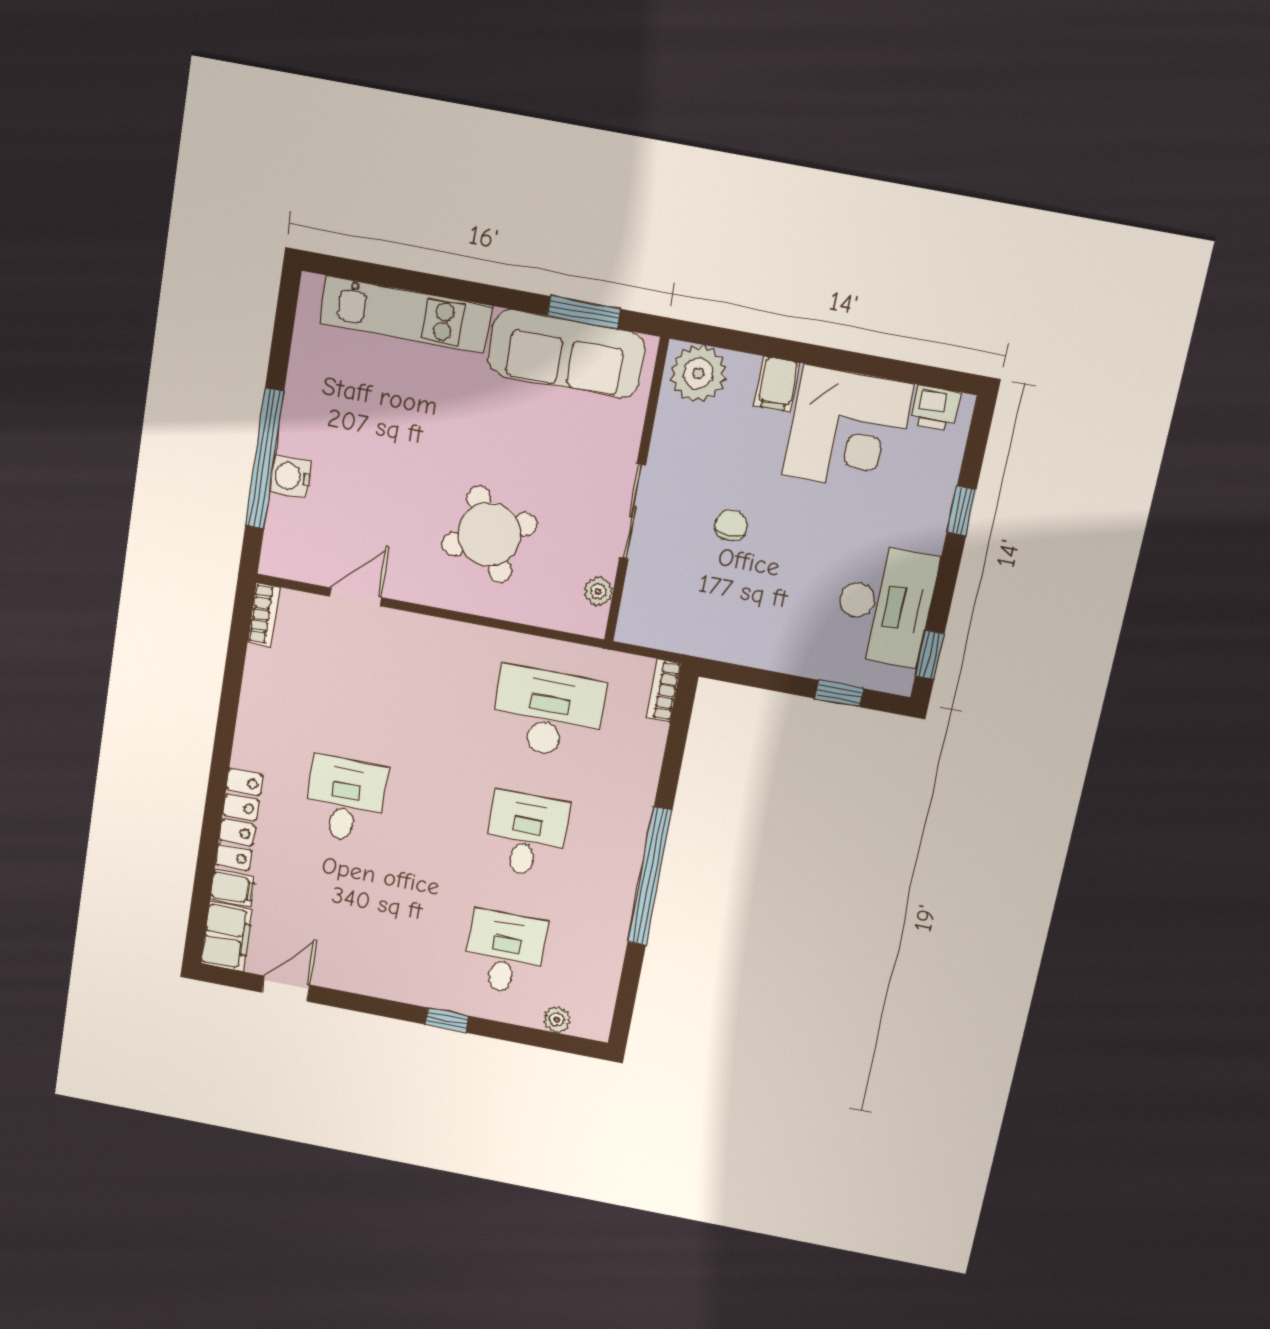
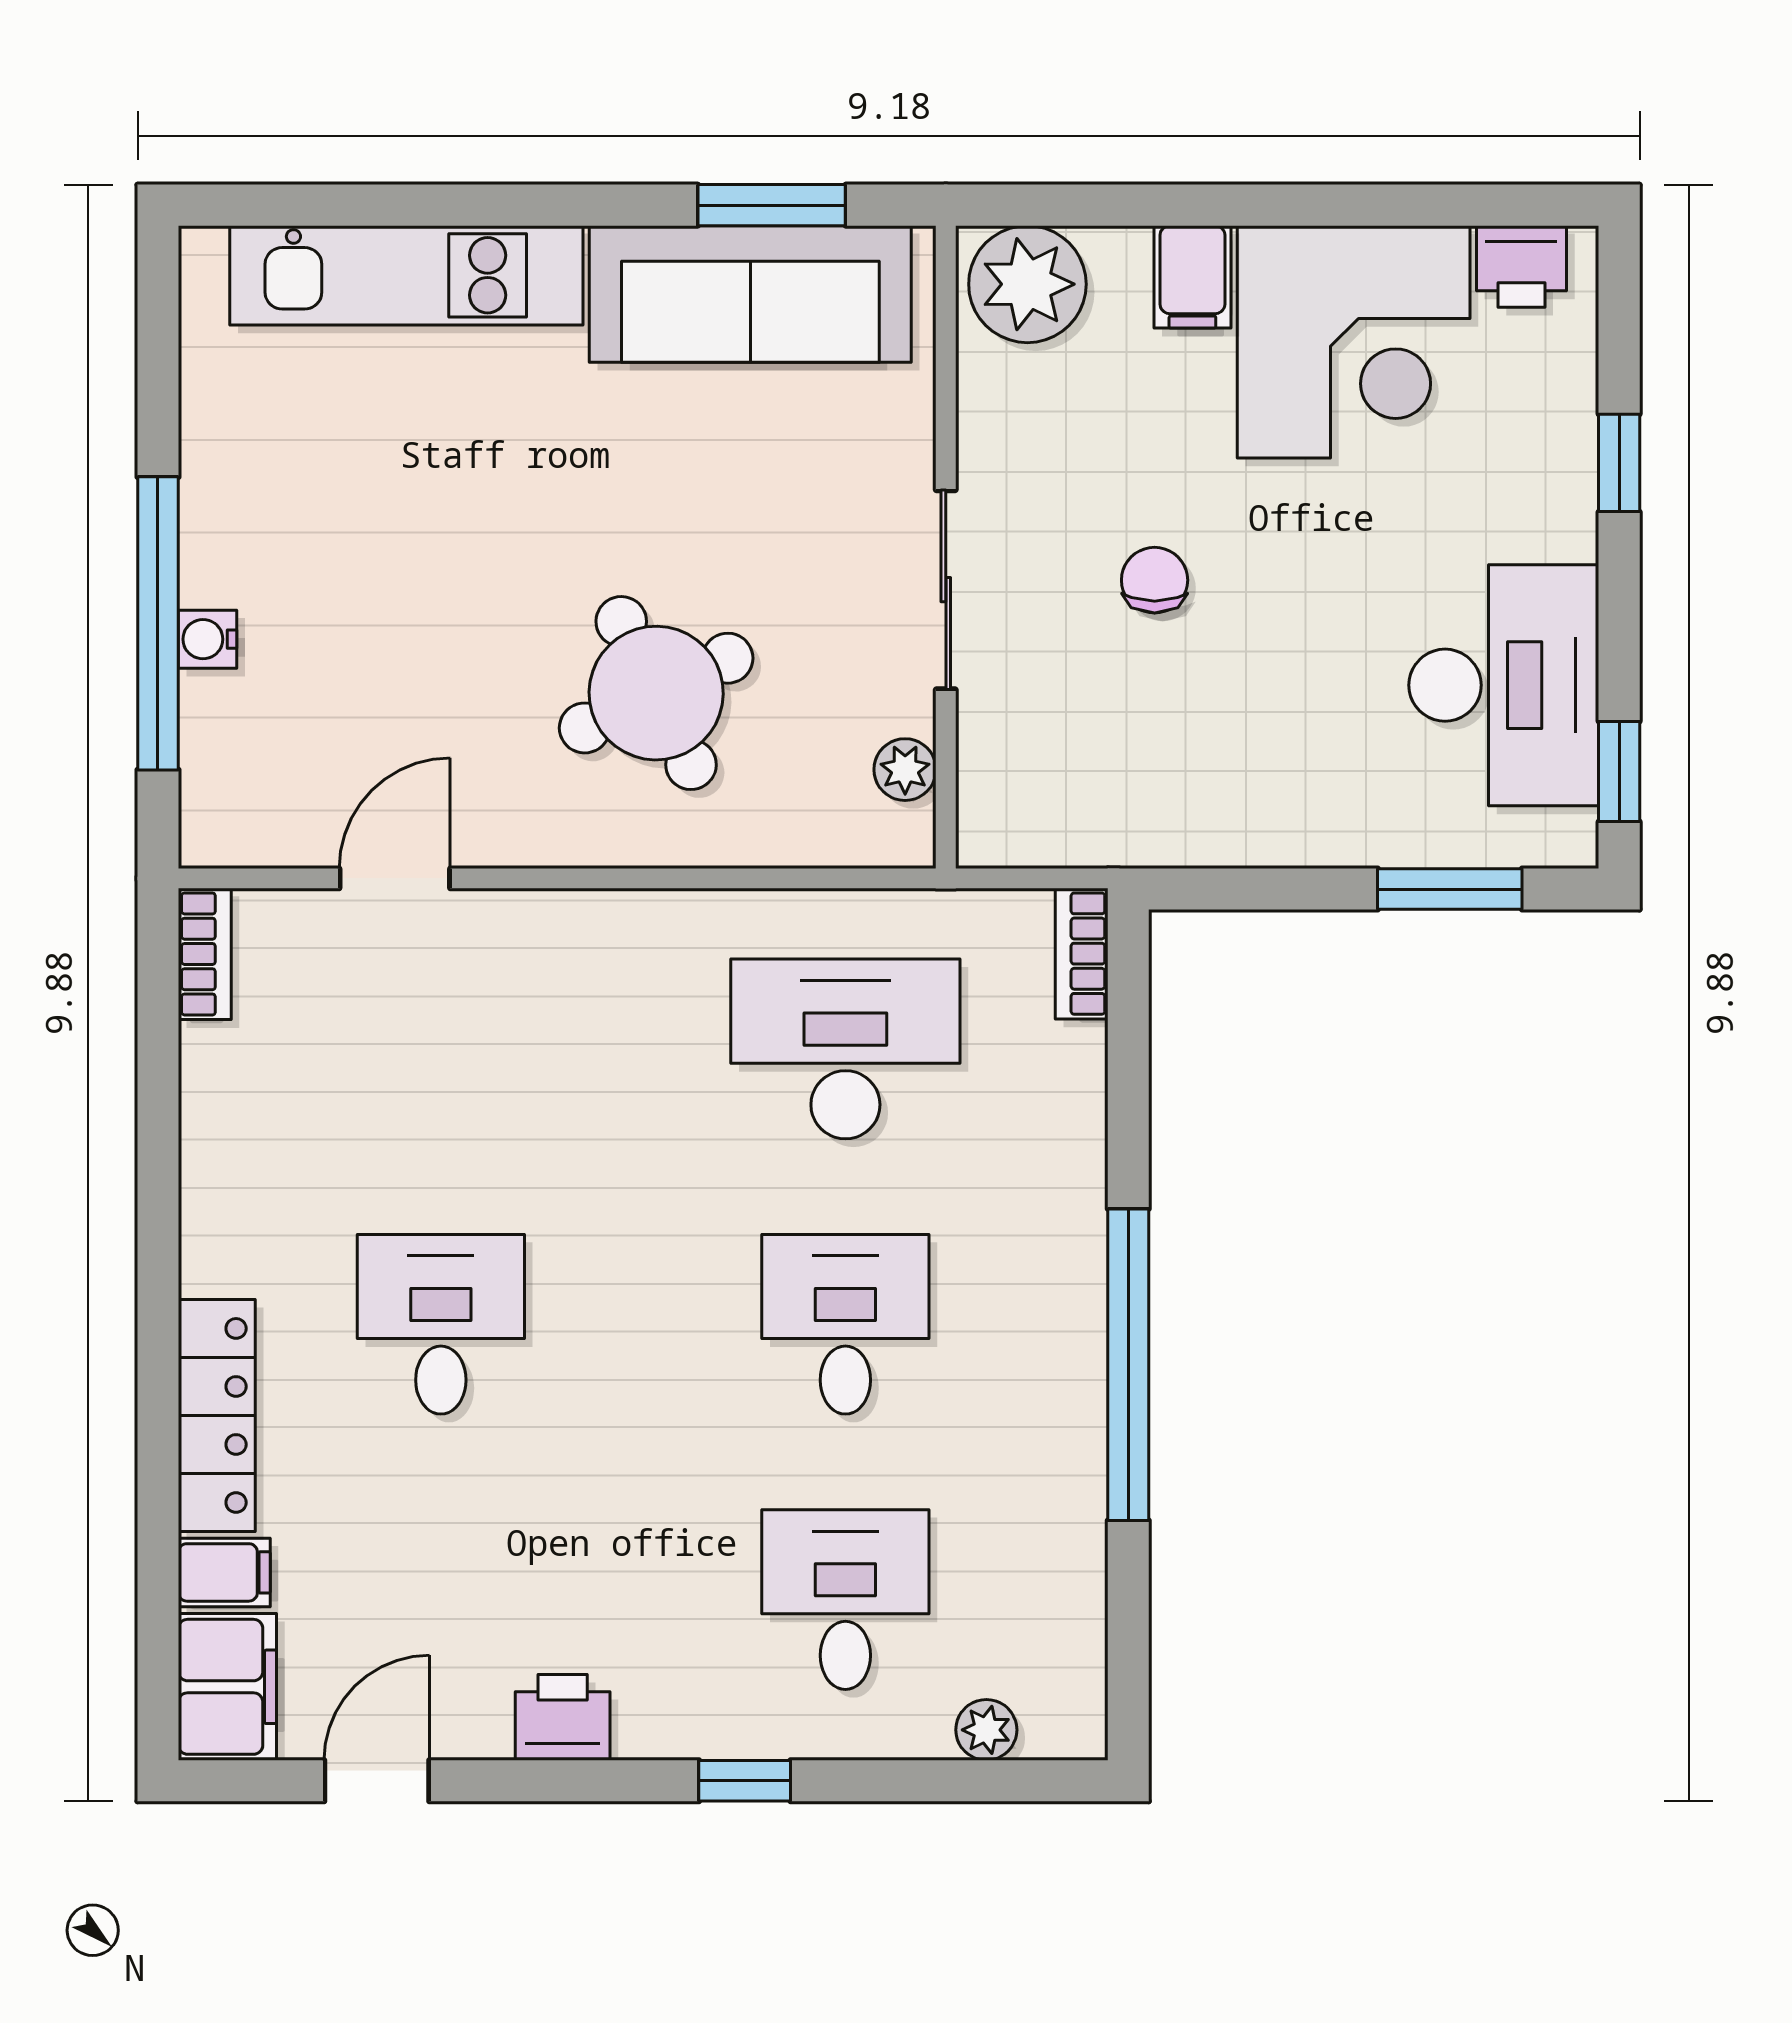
water cooler: (291, 477) -> (208, 639), width x0.72, depth x0.72
window: (839, 694) -> (1450, 889), width x1.50
printer: (371, 978) -> (563, 1717), added

